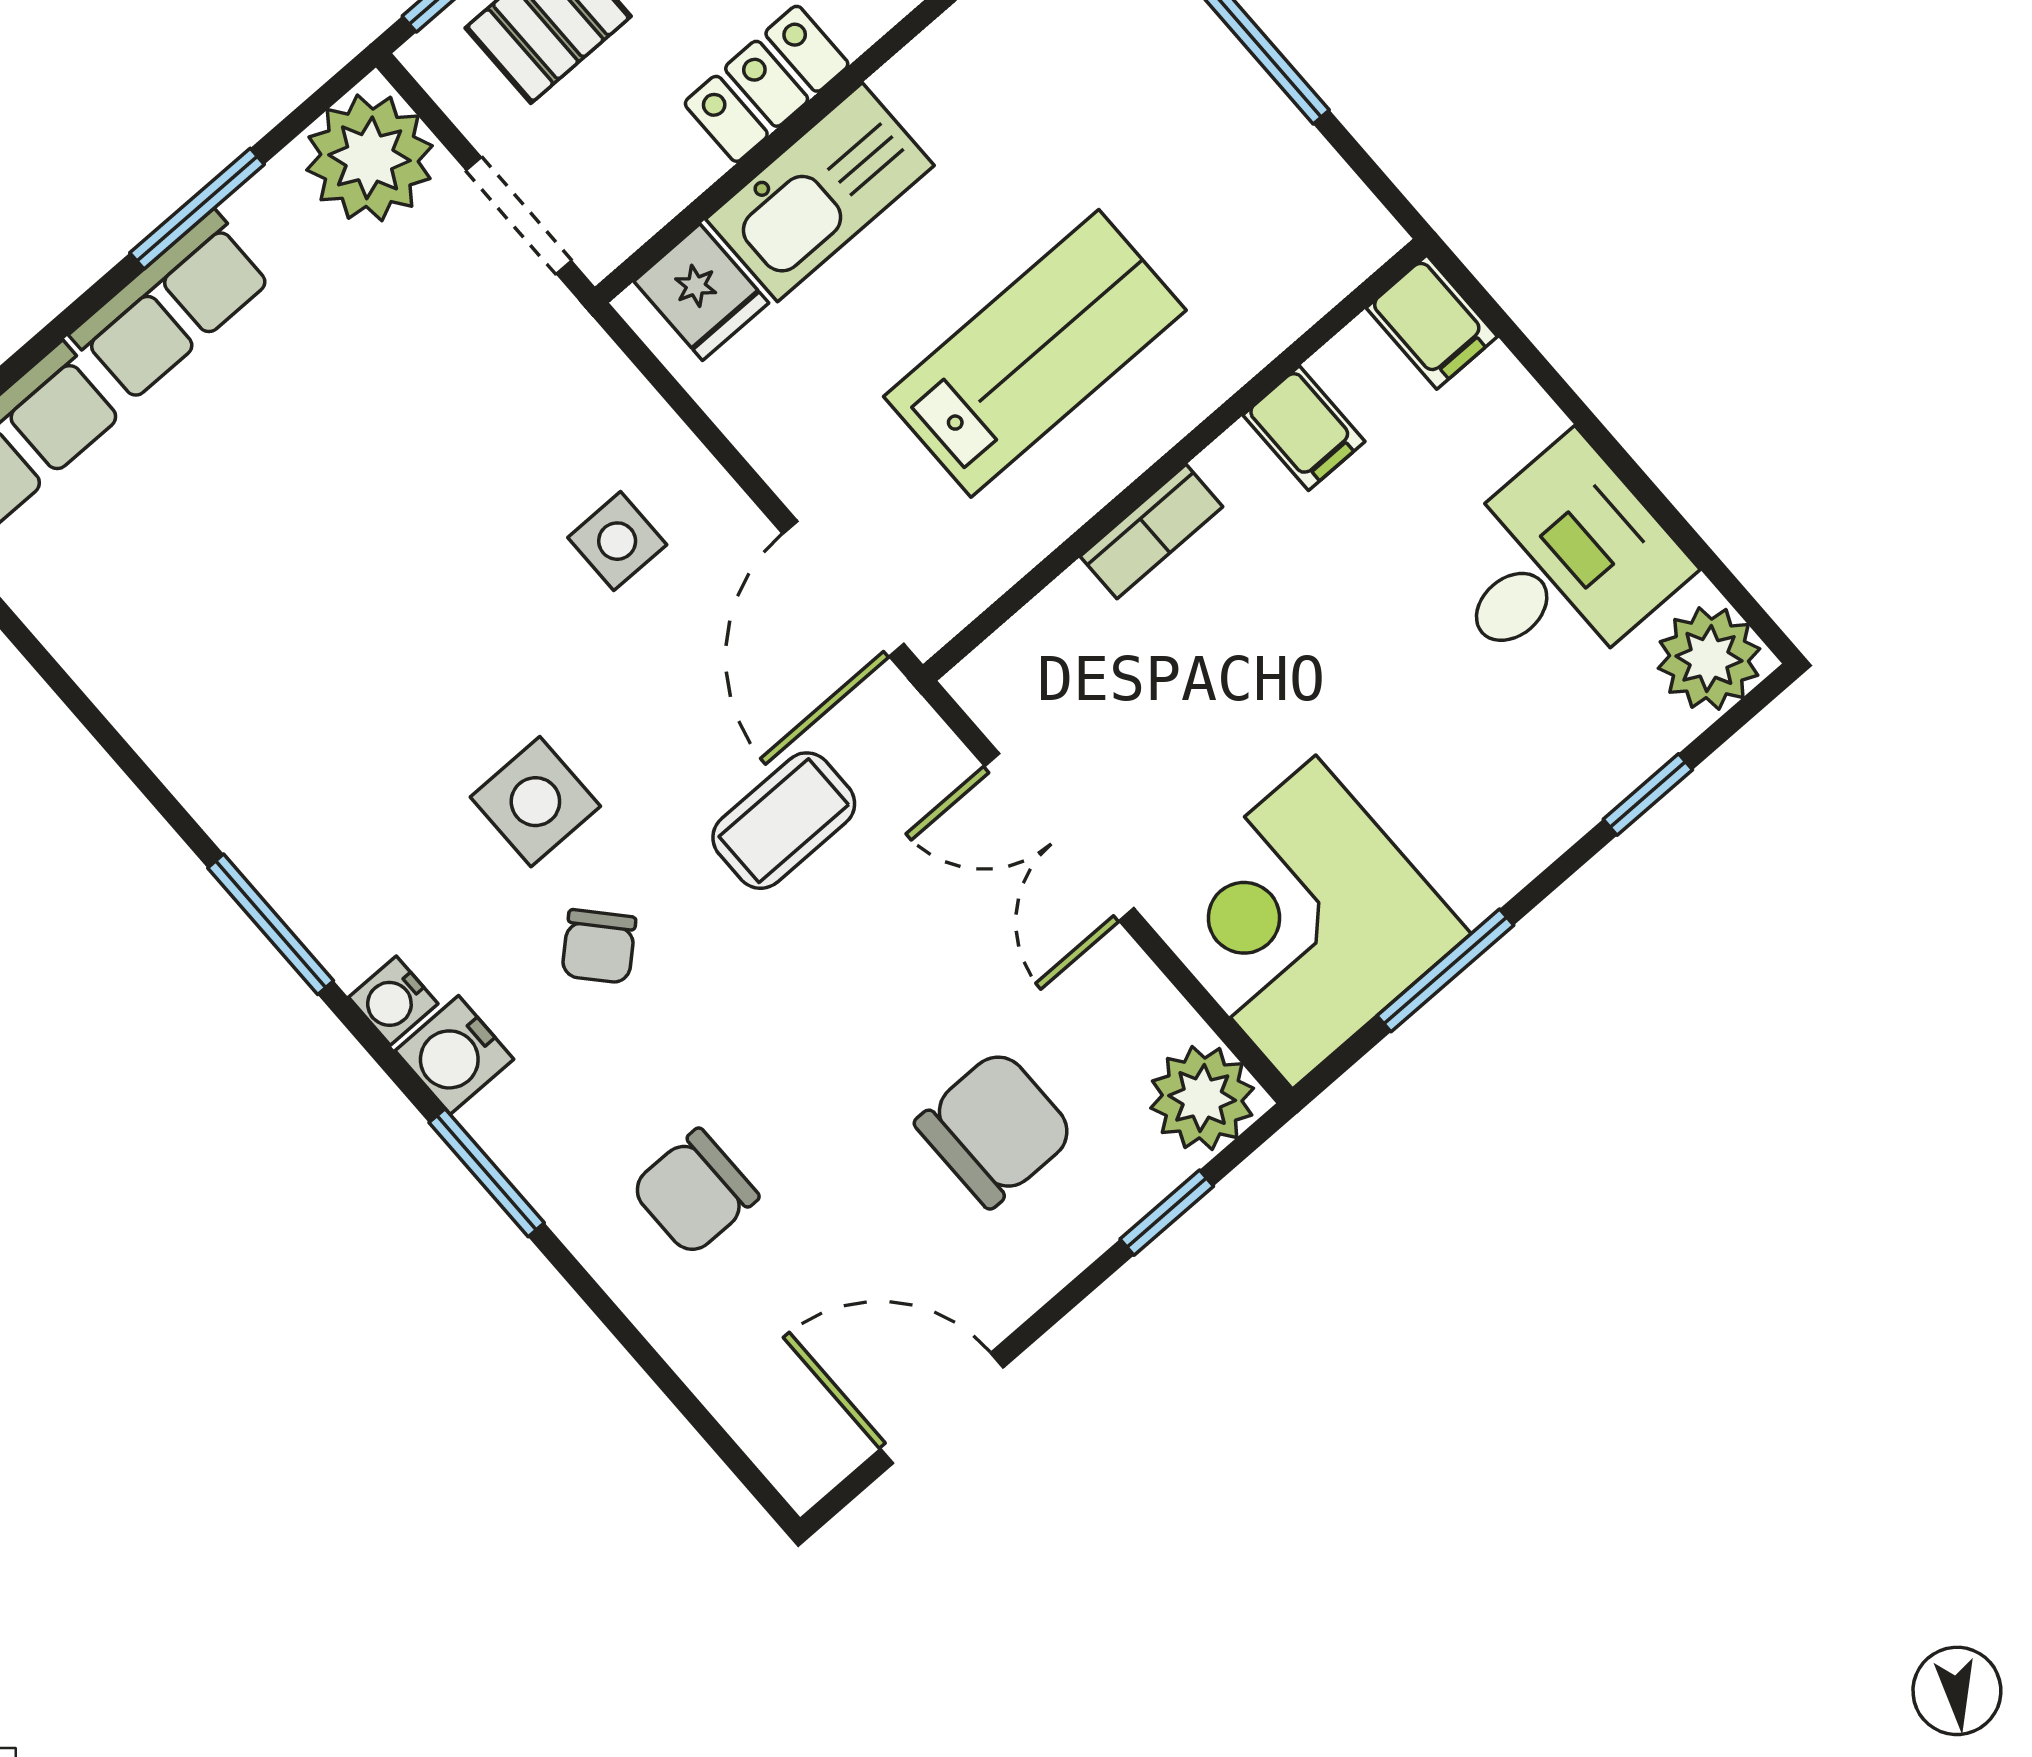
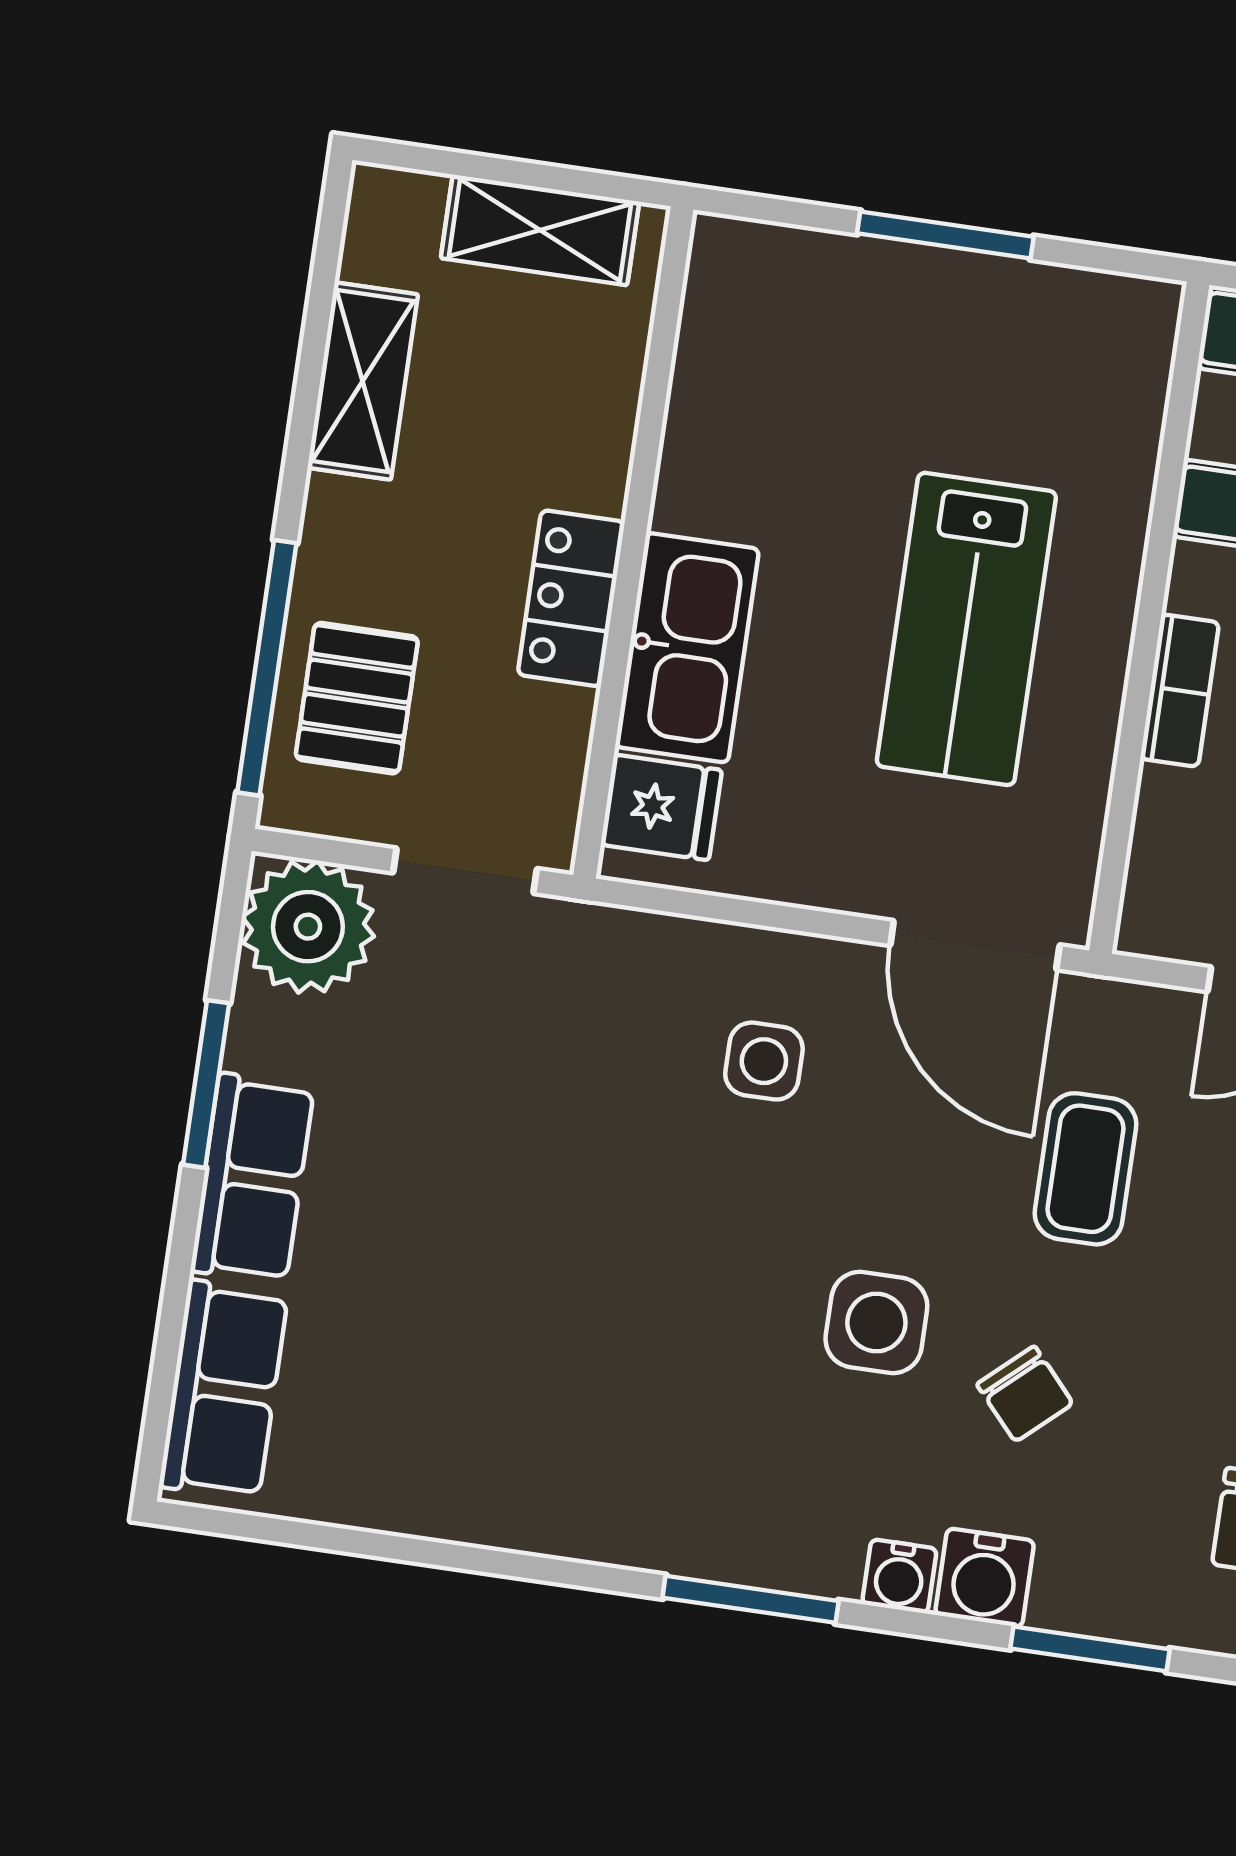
lab bench: (1035, 353) -> (966, 629), turned 180

